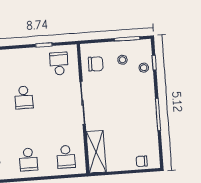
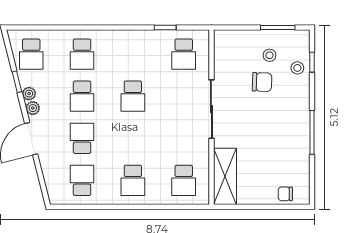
school desk: (59, 64) -> (184, 54), turned 180
chair: (96, 64) -> (262, 82), moved

